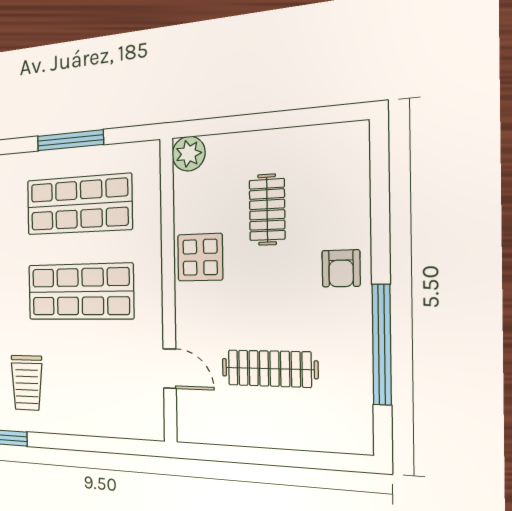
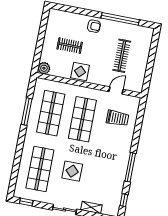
trolley: (27, 383) -> (118, 118), moved

